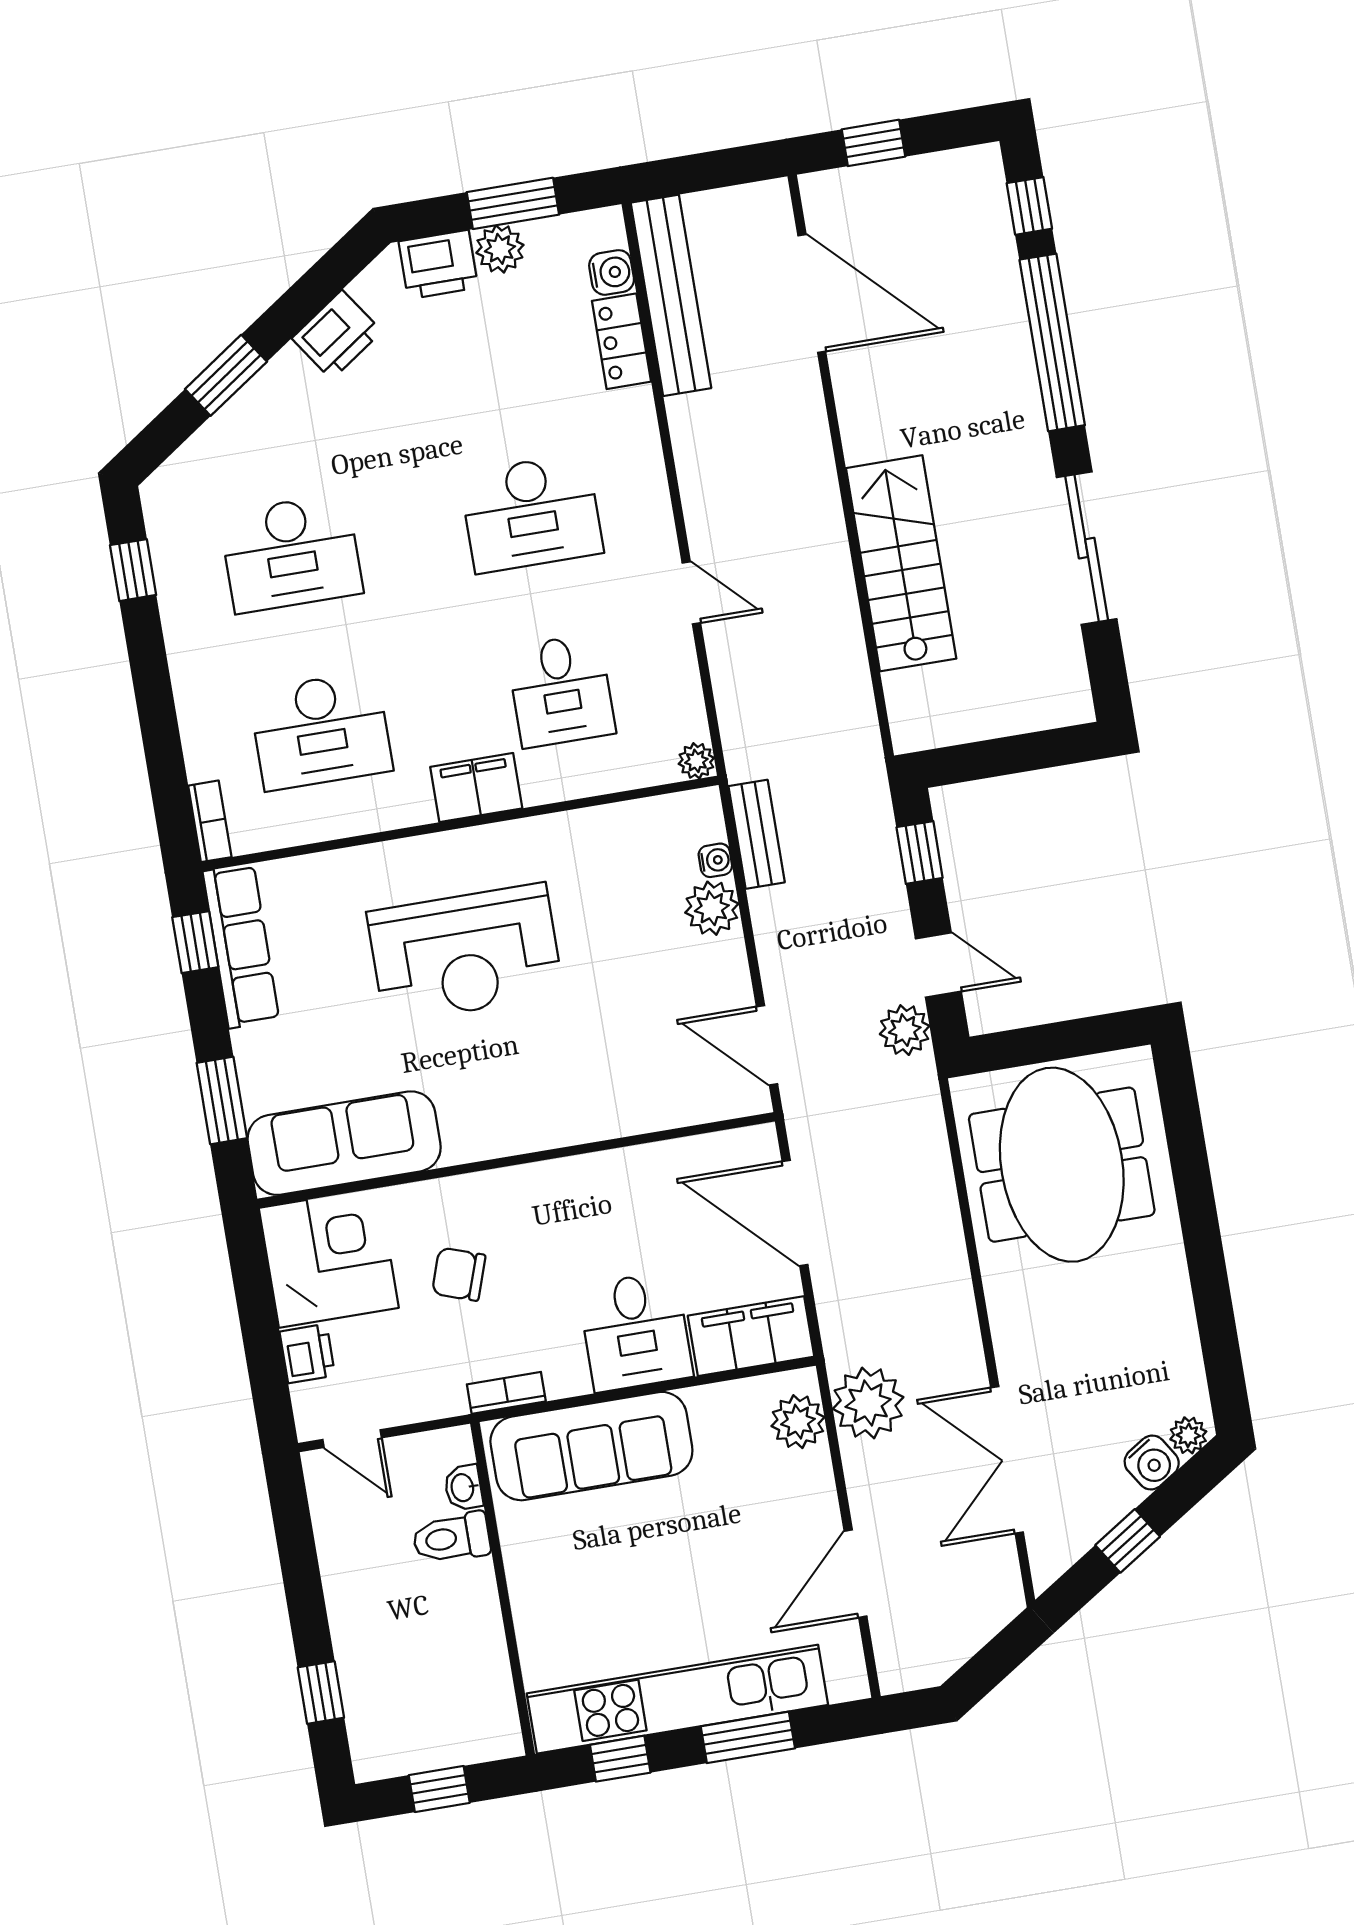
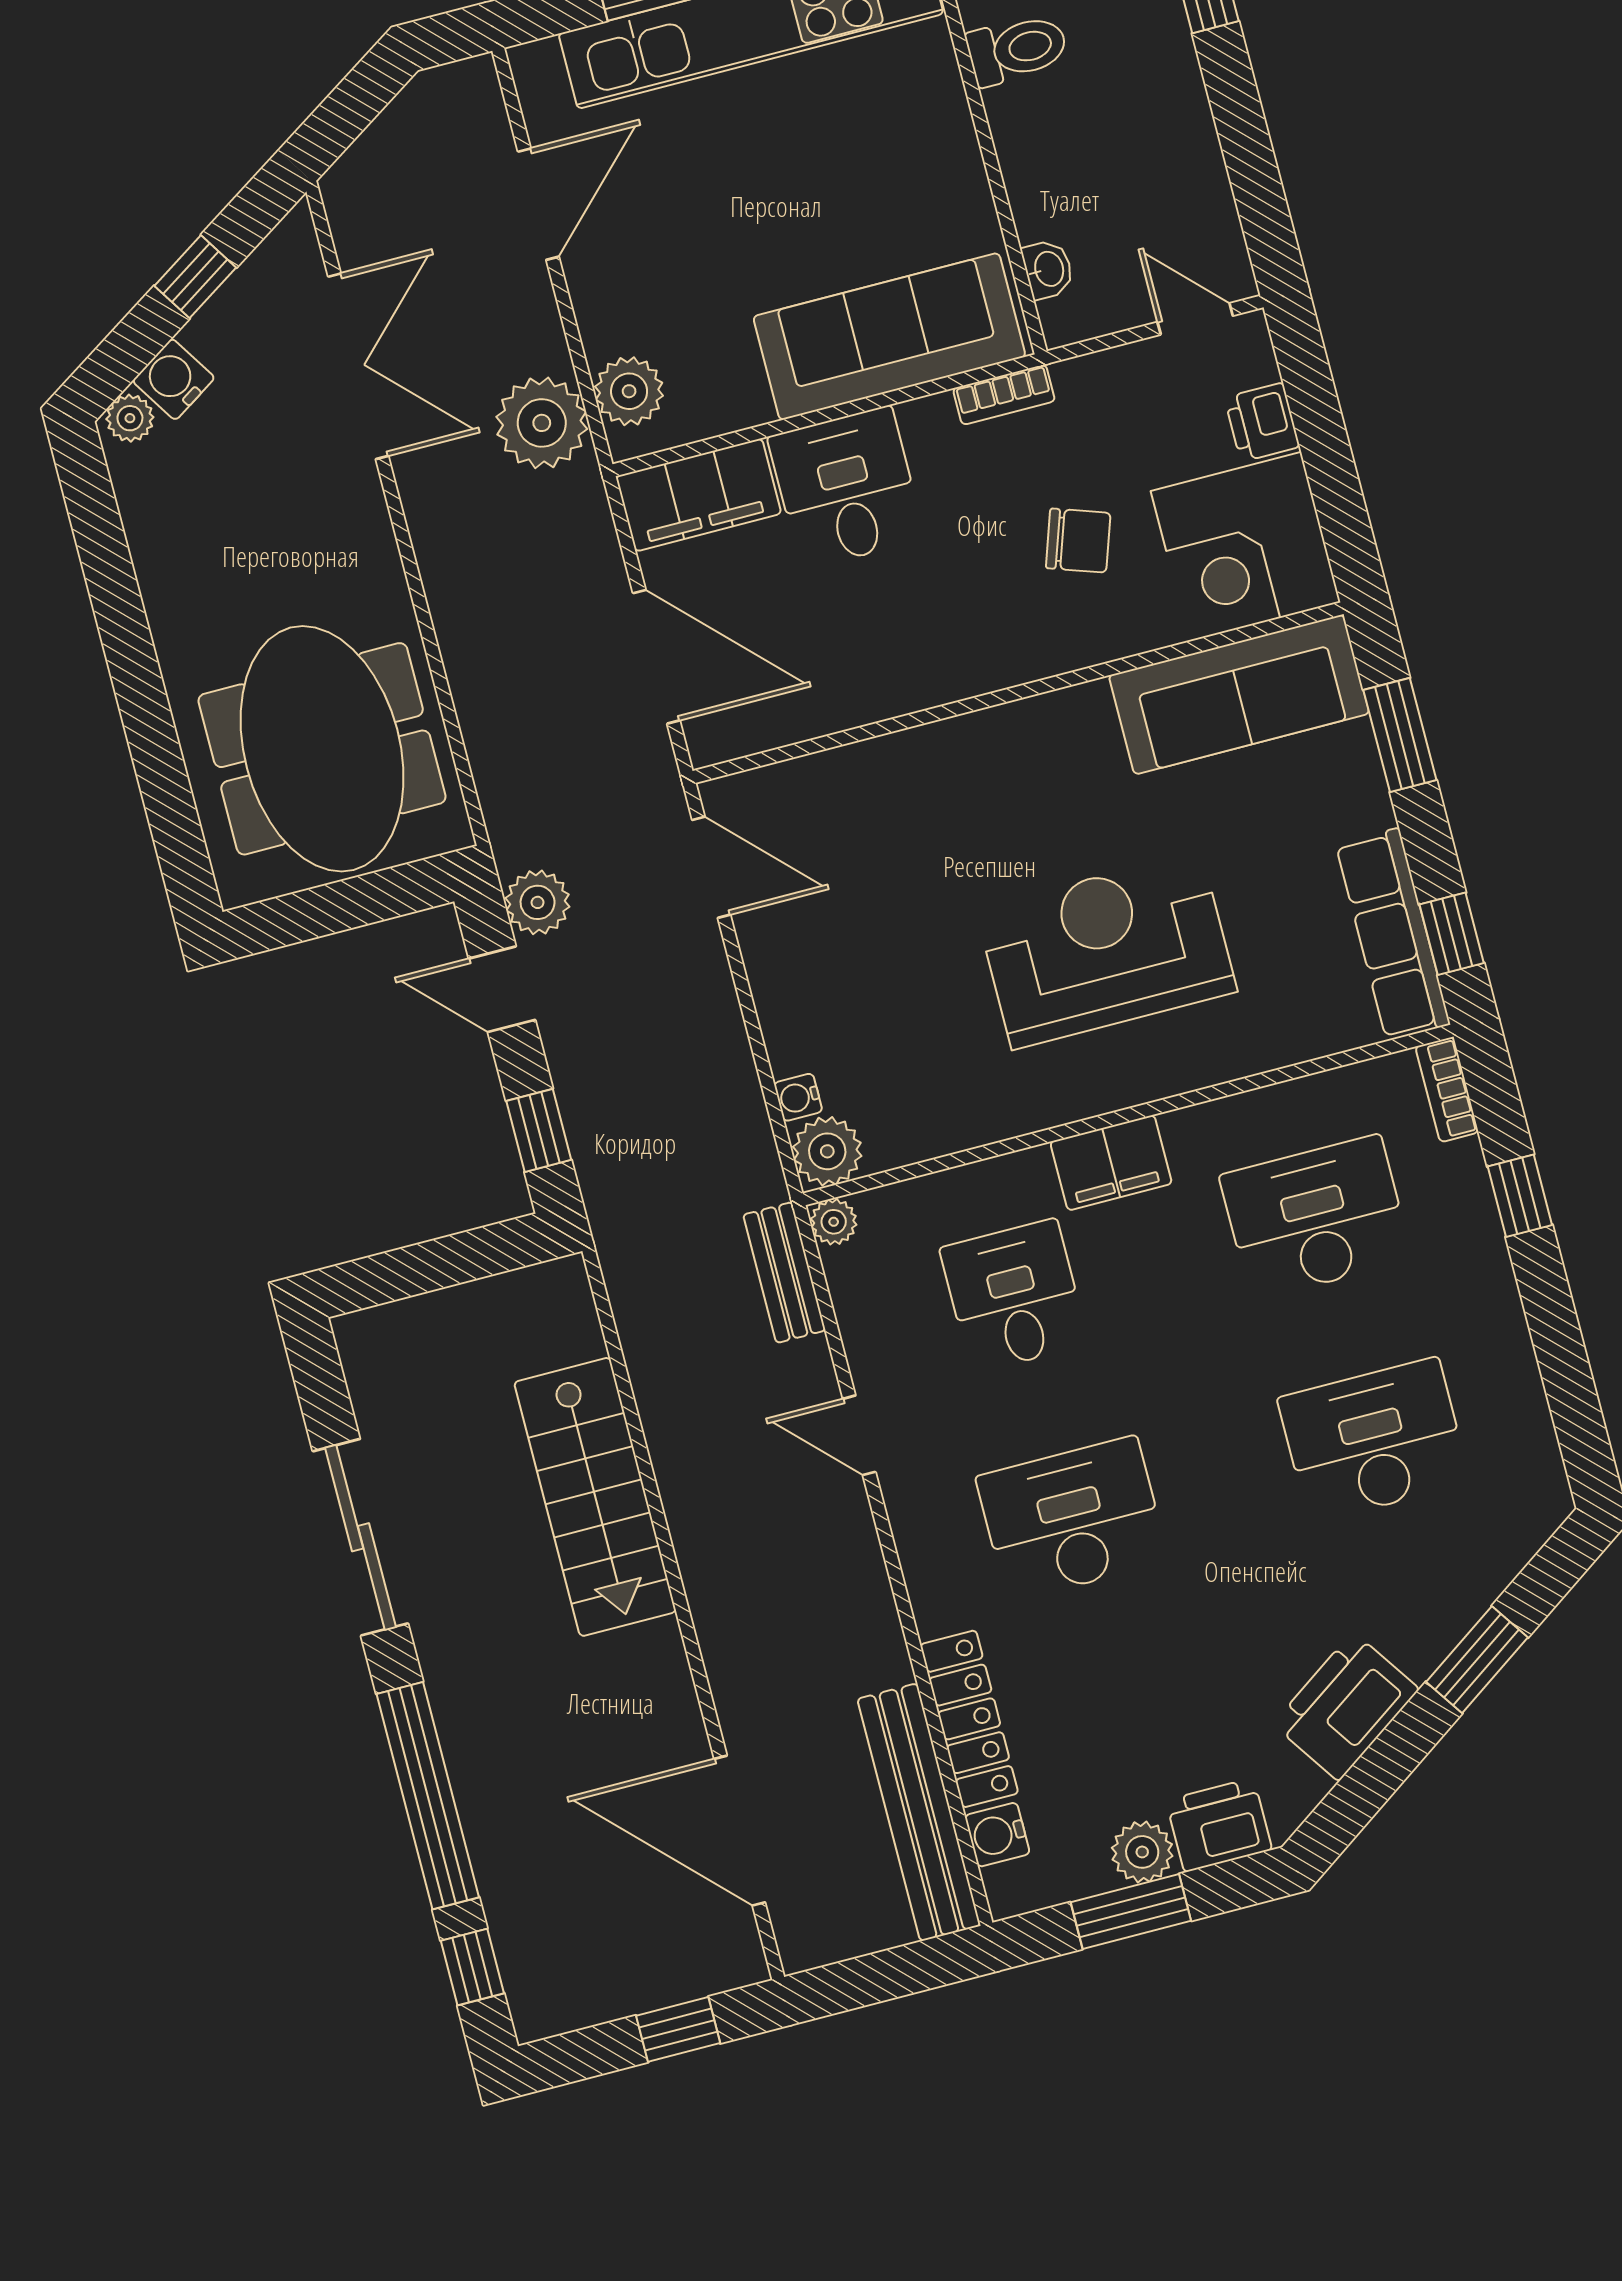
printer: (337, 335) -> (1346, 1706), width x1.37, depth x1.19
locker: (622, 341) -> (969, 1719), width x1.53
window: (133, 570) -> (1520, 1196), moved
bench: (757, 834) -> (784, 1273), moved
plant: (712, 908) -> (827, 1151), moved
toilet: (451, 1538) -> (1017, 49), moved

